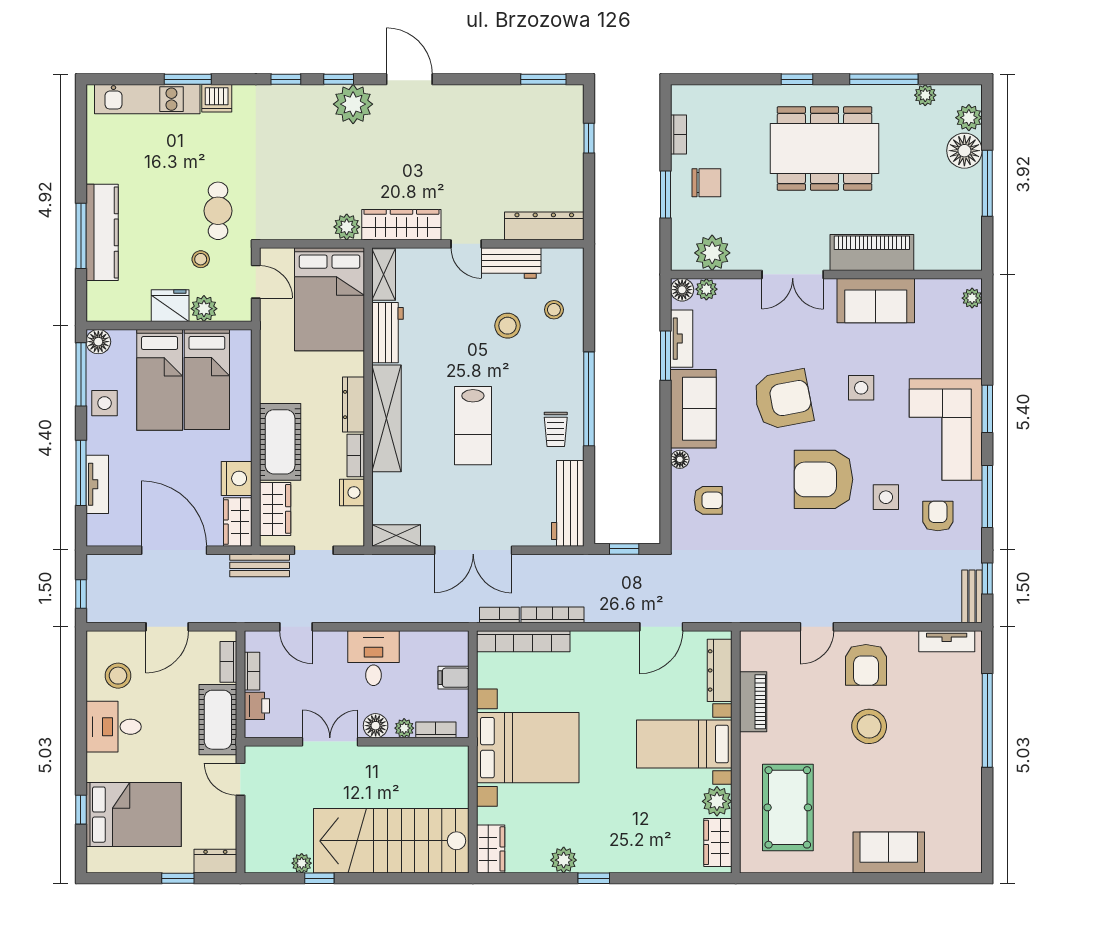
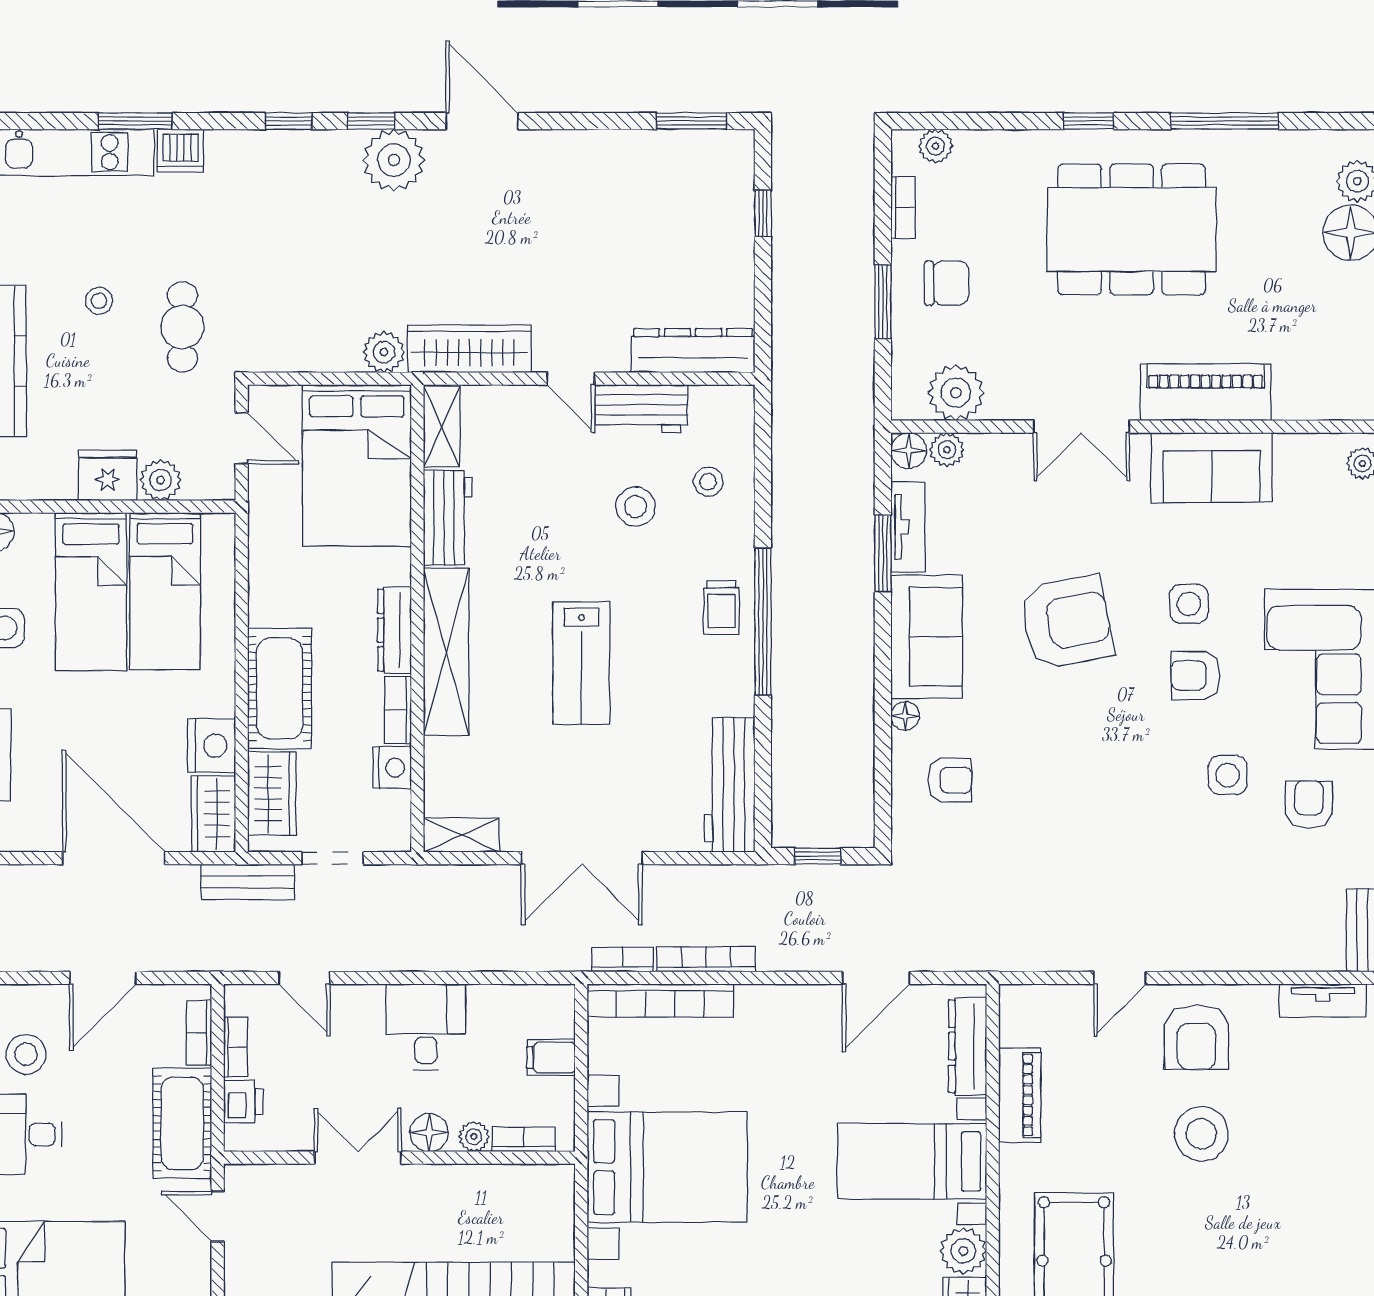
plant: (925, 95) -> (936, 146), moved
stool: (201, 259) -> (99, 301), moved
trolley: (556, 429) -> (721, 607), moved
armchair: (823, 479) -> (1195, 675), moved, width x0.53, depth x0.53

